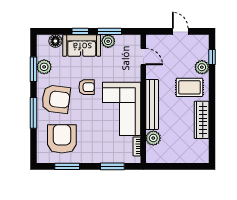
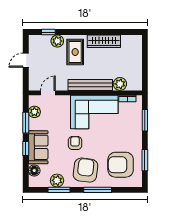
plant: (108, 41) -> (34, 112), moved

